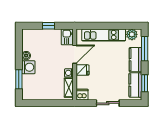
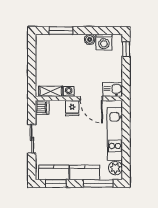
window: (49, 26) -> (126, 49), moved
washing machine: (28, 67) -> (104, 42), moved

